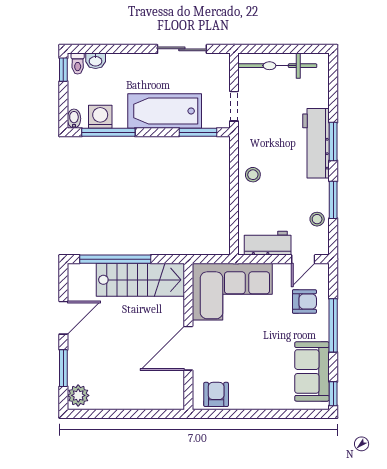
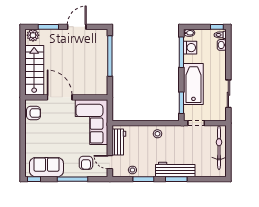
stairs: (140, 280) -> (34, 70), moved, turned 180
door: (63, 318) -> (77, 27), swing flipped

